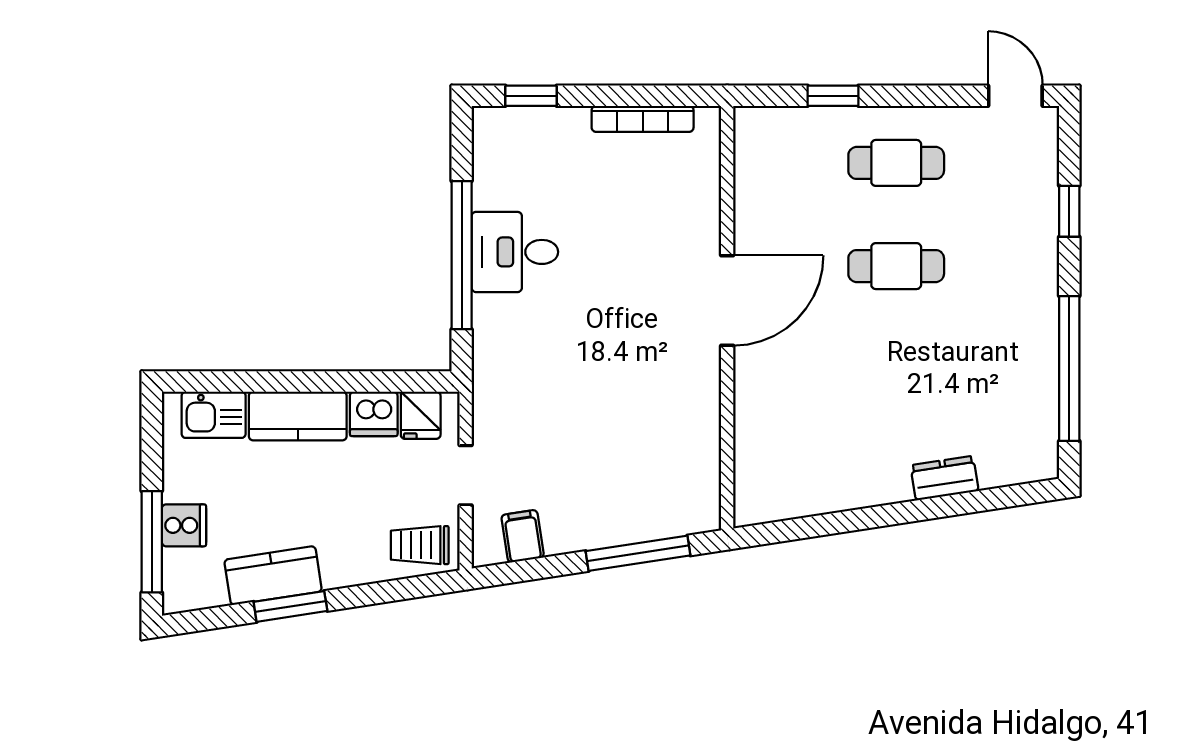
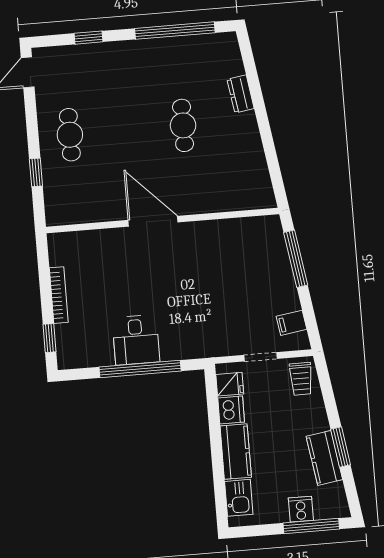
bookcase: (643, 119) -> (59, 295), moved
cafe table: (896, 266) -> (183, 125), moved

